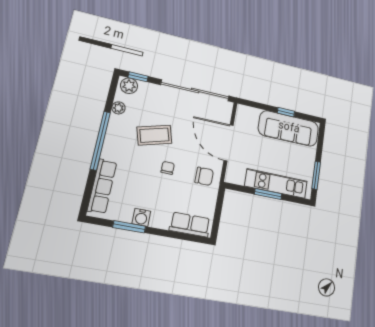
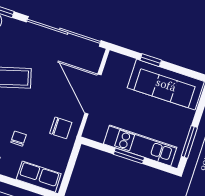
window: (286, 112) -> (151, 60), moved
chair: (168, 168) -> (19, 139), moved

